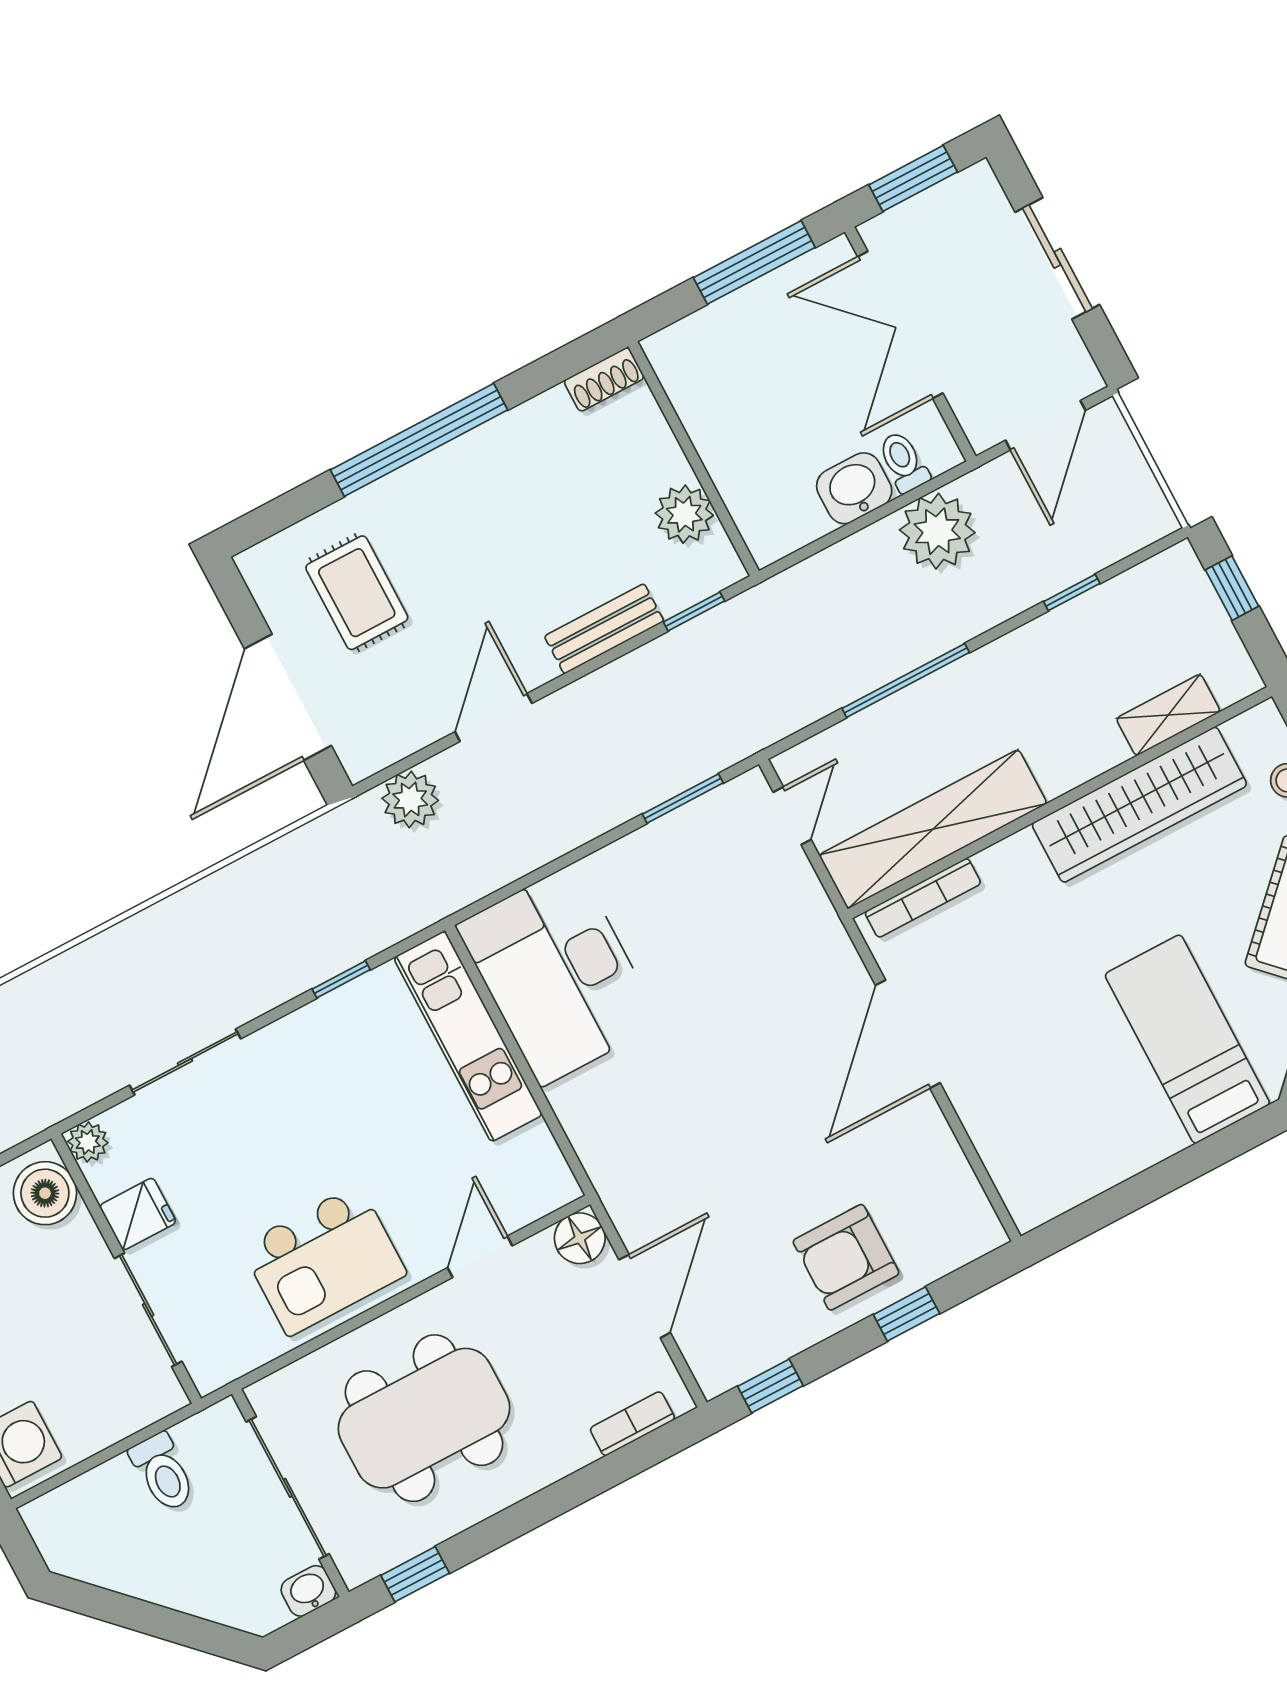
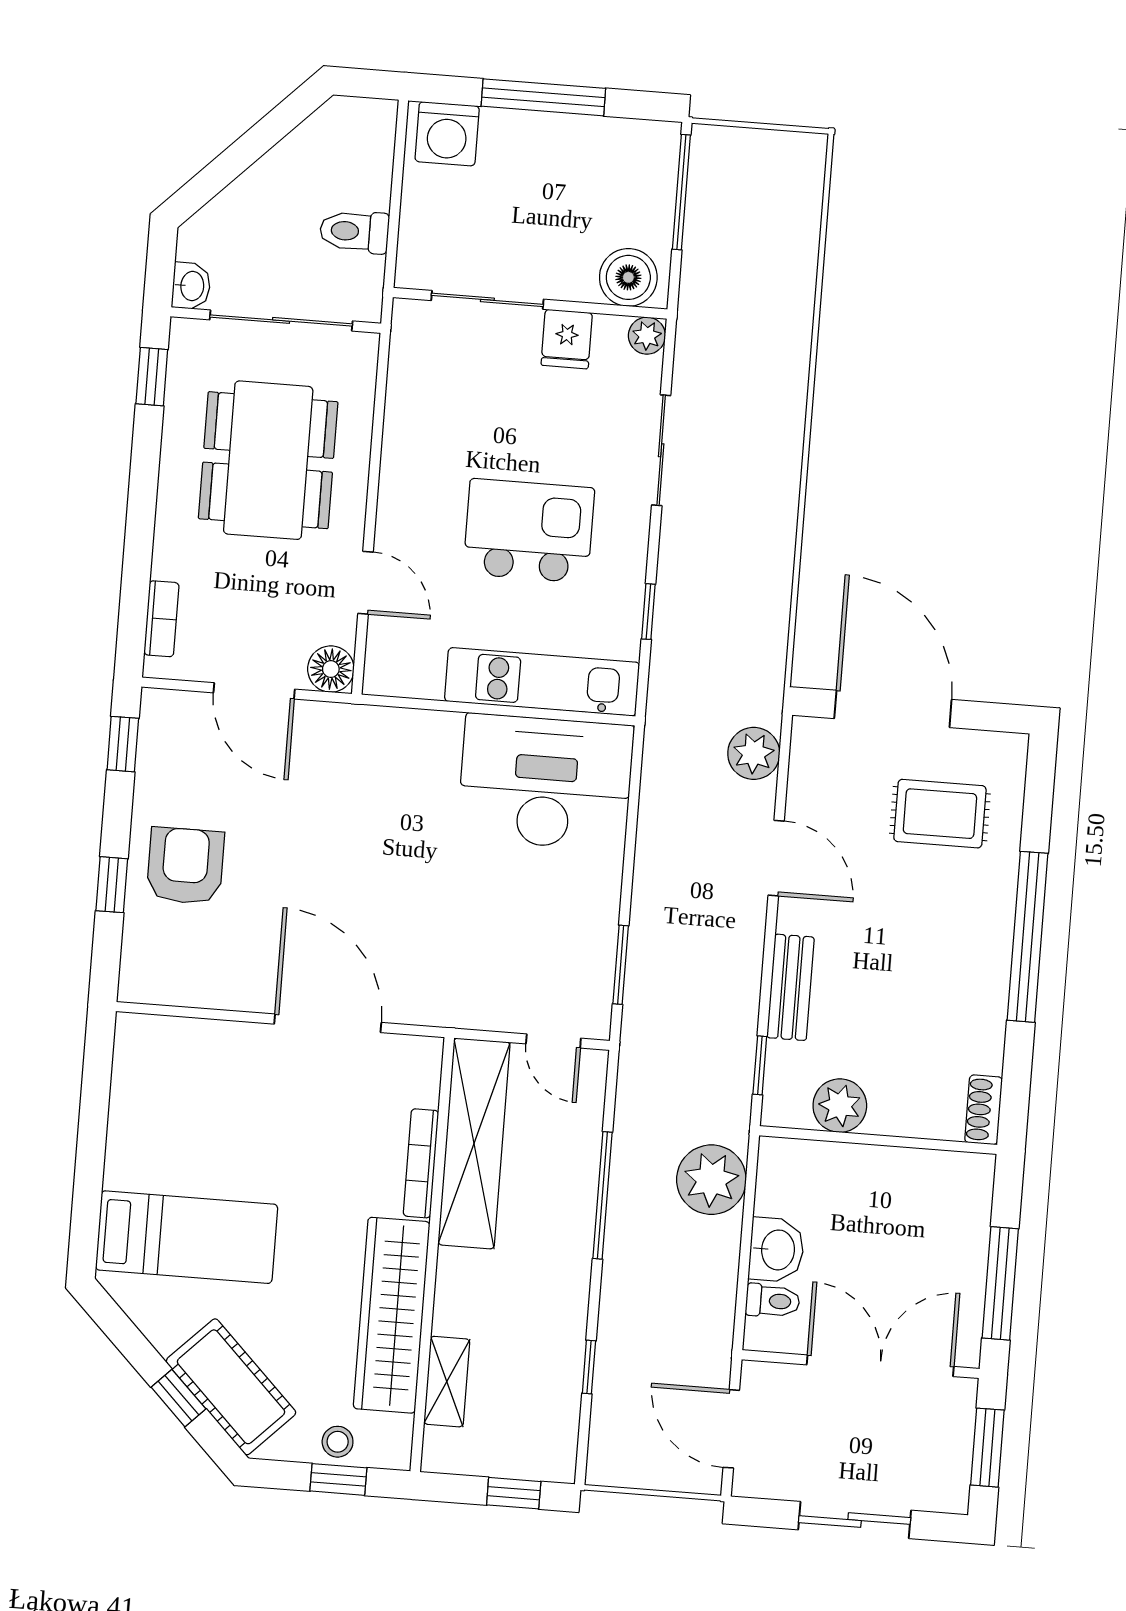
plant: (937, 531) -> (711, 1180), moved
bookcase: (923, 898) -> (421, 1163), moved
kitchen island: (324, 1260) -> (529, 531), moved, turned 90

